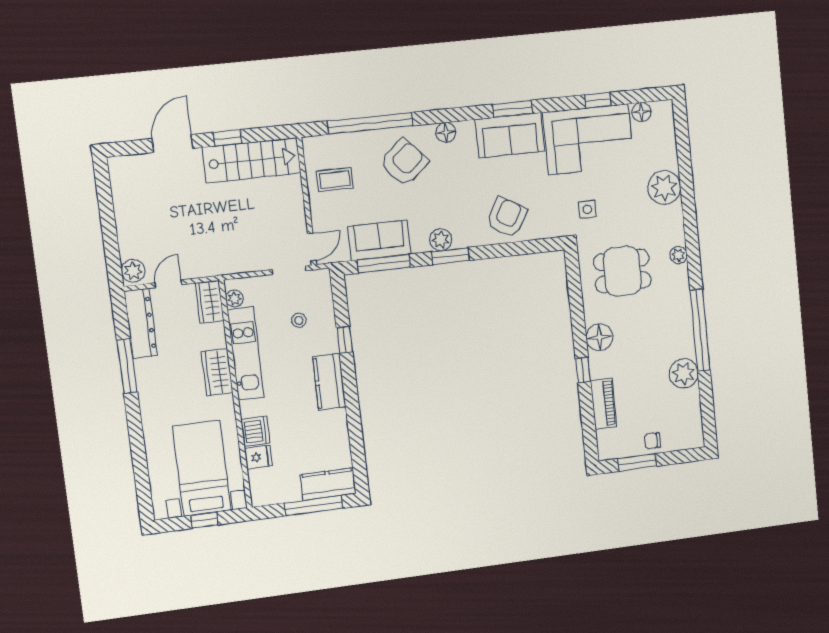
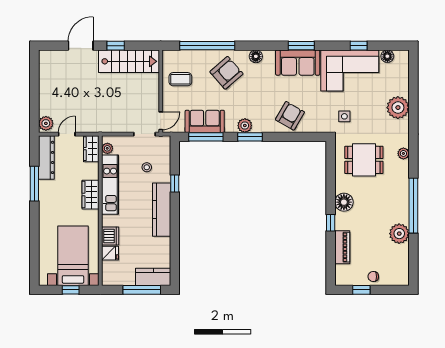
kitchen counter: (329, 382) -> (162, 210), width x1.50
window: (637, 462) -> (361, 290), width x0.67

